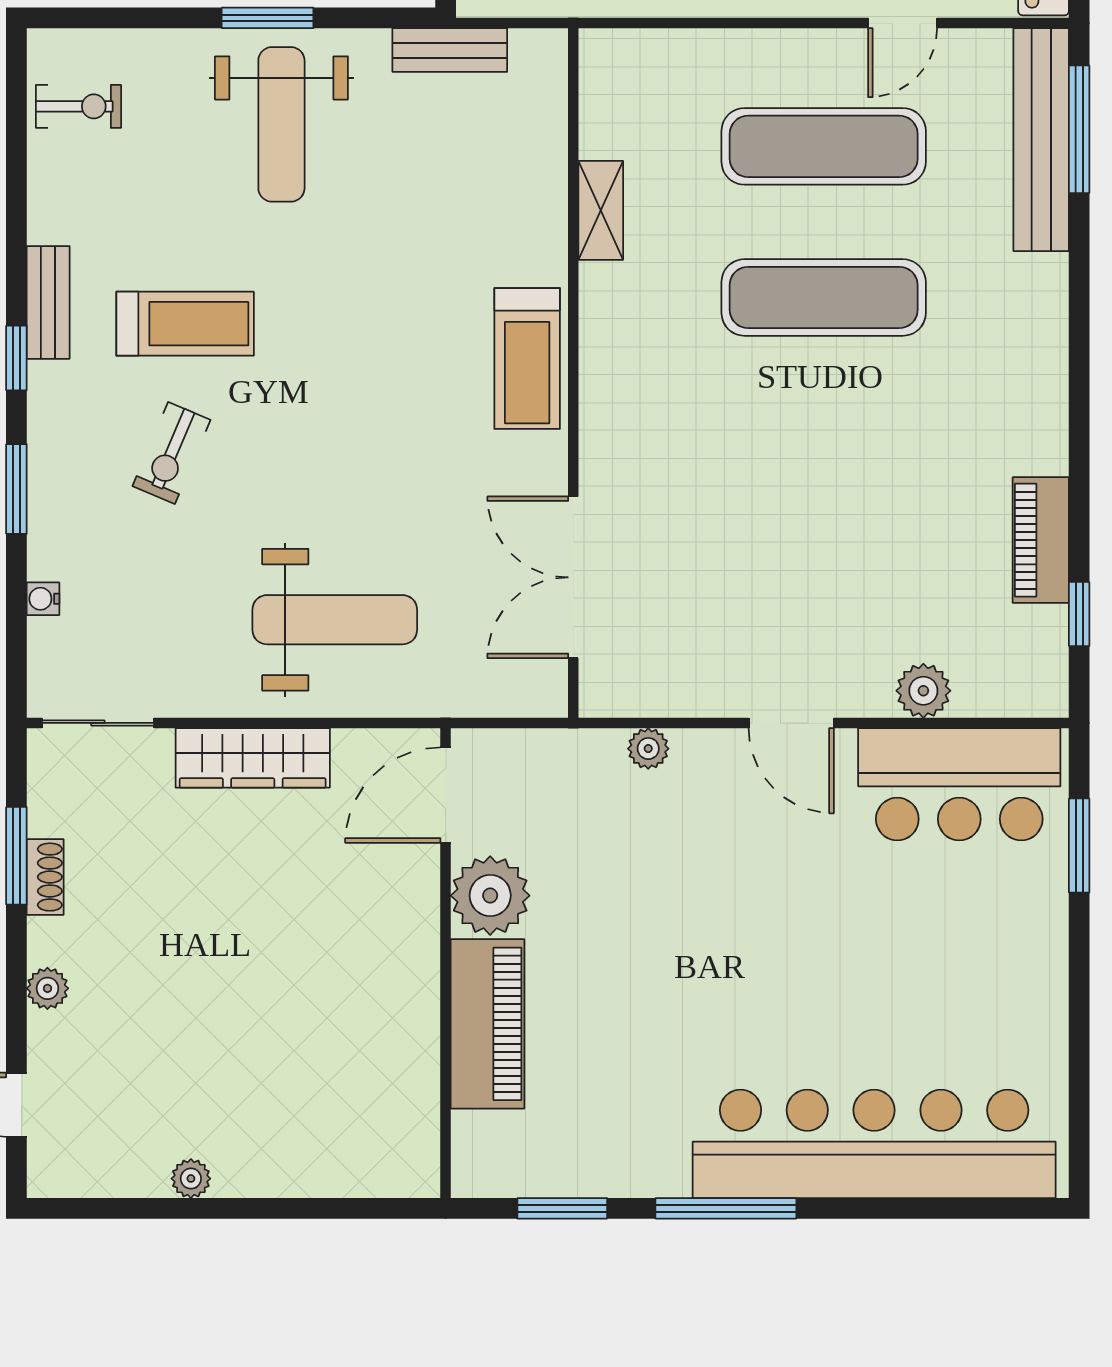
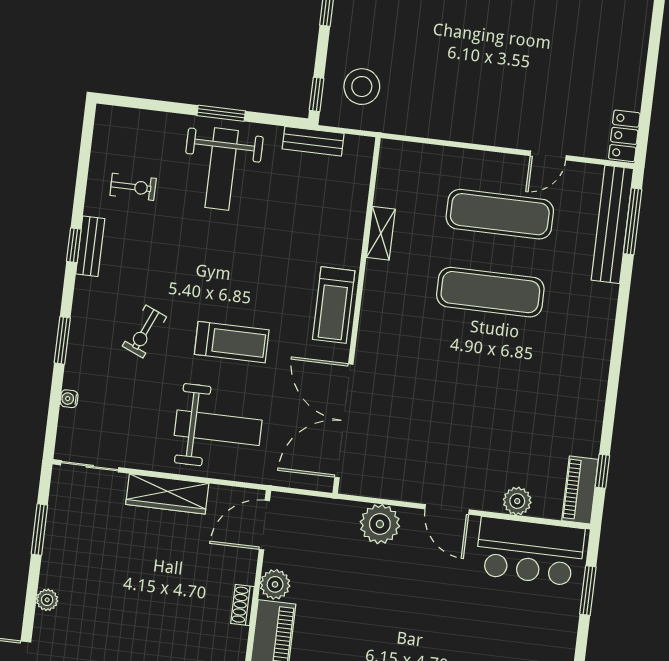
exercise bike: (78, 106) -> (133, 187), moved
treadmill: (185, 324) -> (232, 342), moved
window: (16, 358) -> (74, 245), moved
piano: (1041, 540) -> (580, 490), moved
double door: (573, 577) -> (344, 421), width x1.36
plant: (648, 749) -> (380, 524), width x1.87, depth x1.87
shoe rack: (45, 877) -> (242, 605), moved, turned 180
plant: (490, 896) -> (275, 584), width x0.73, depth x0.73

